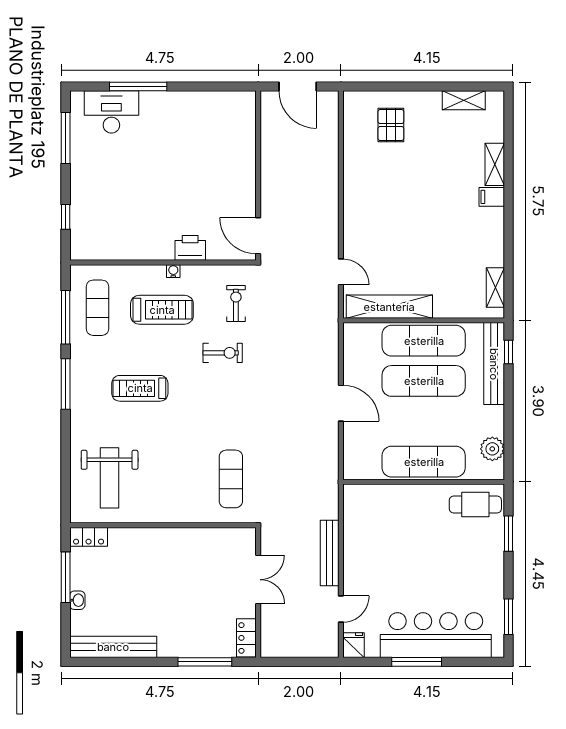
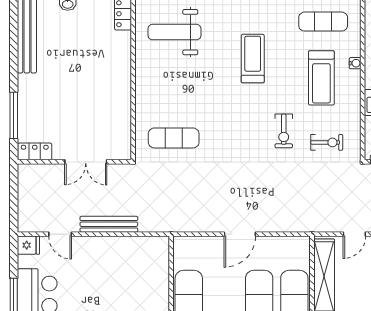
water cooler: (173, 271) -> (355, 63), moved

